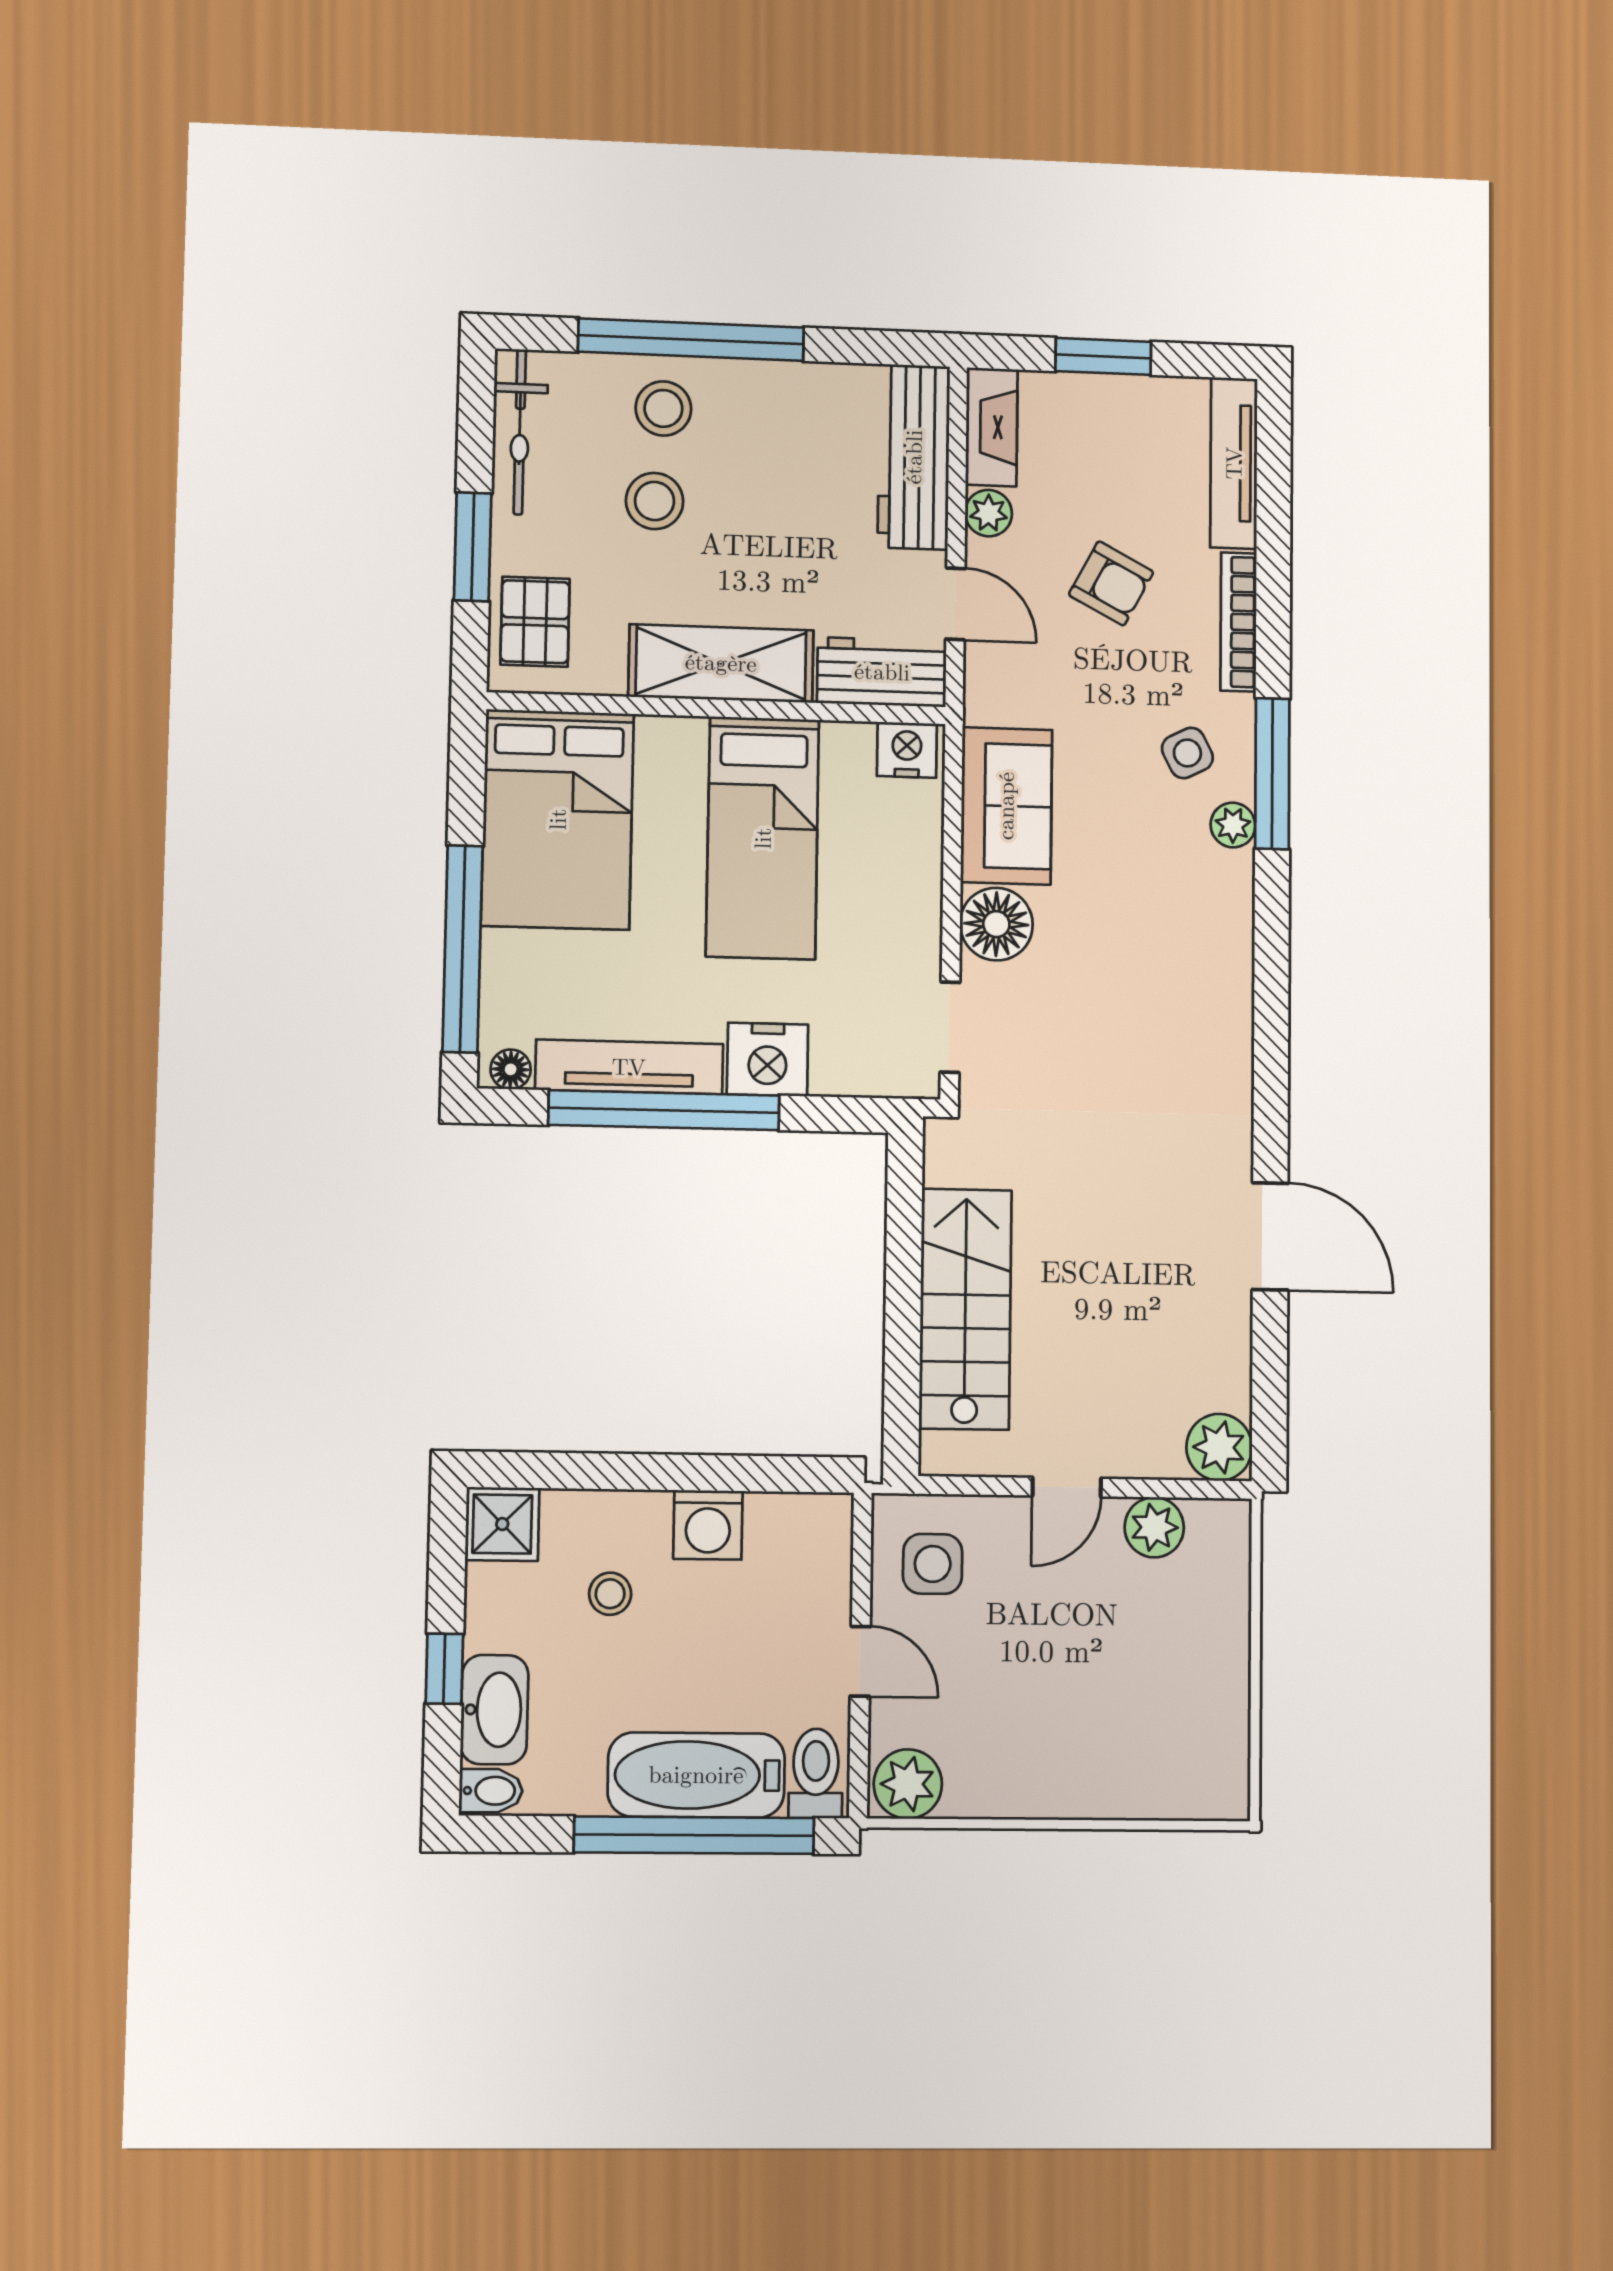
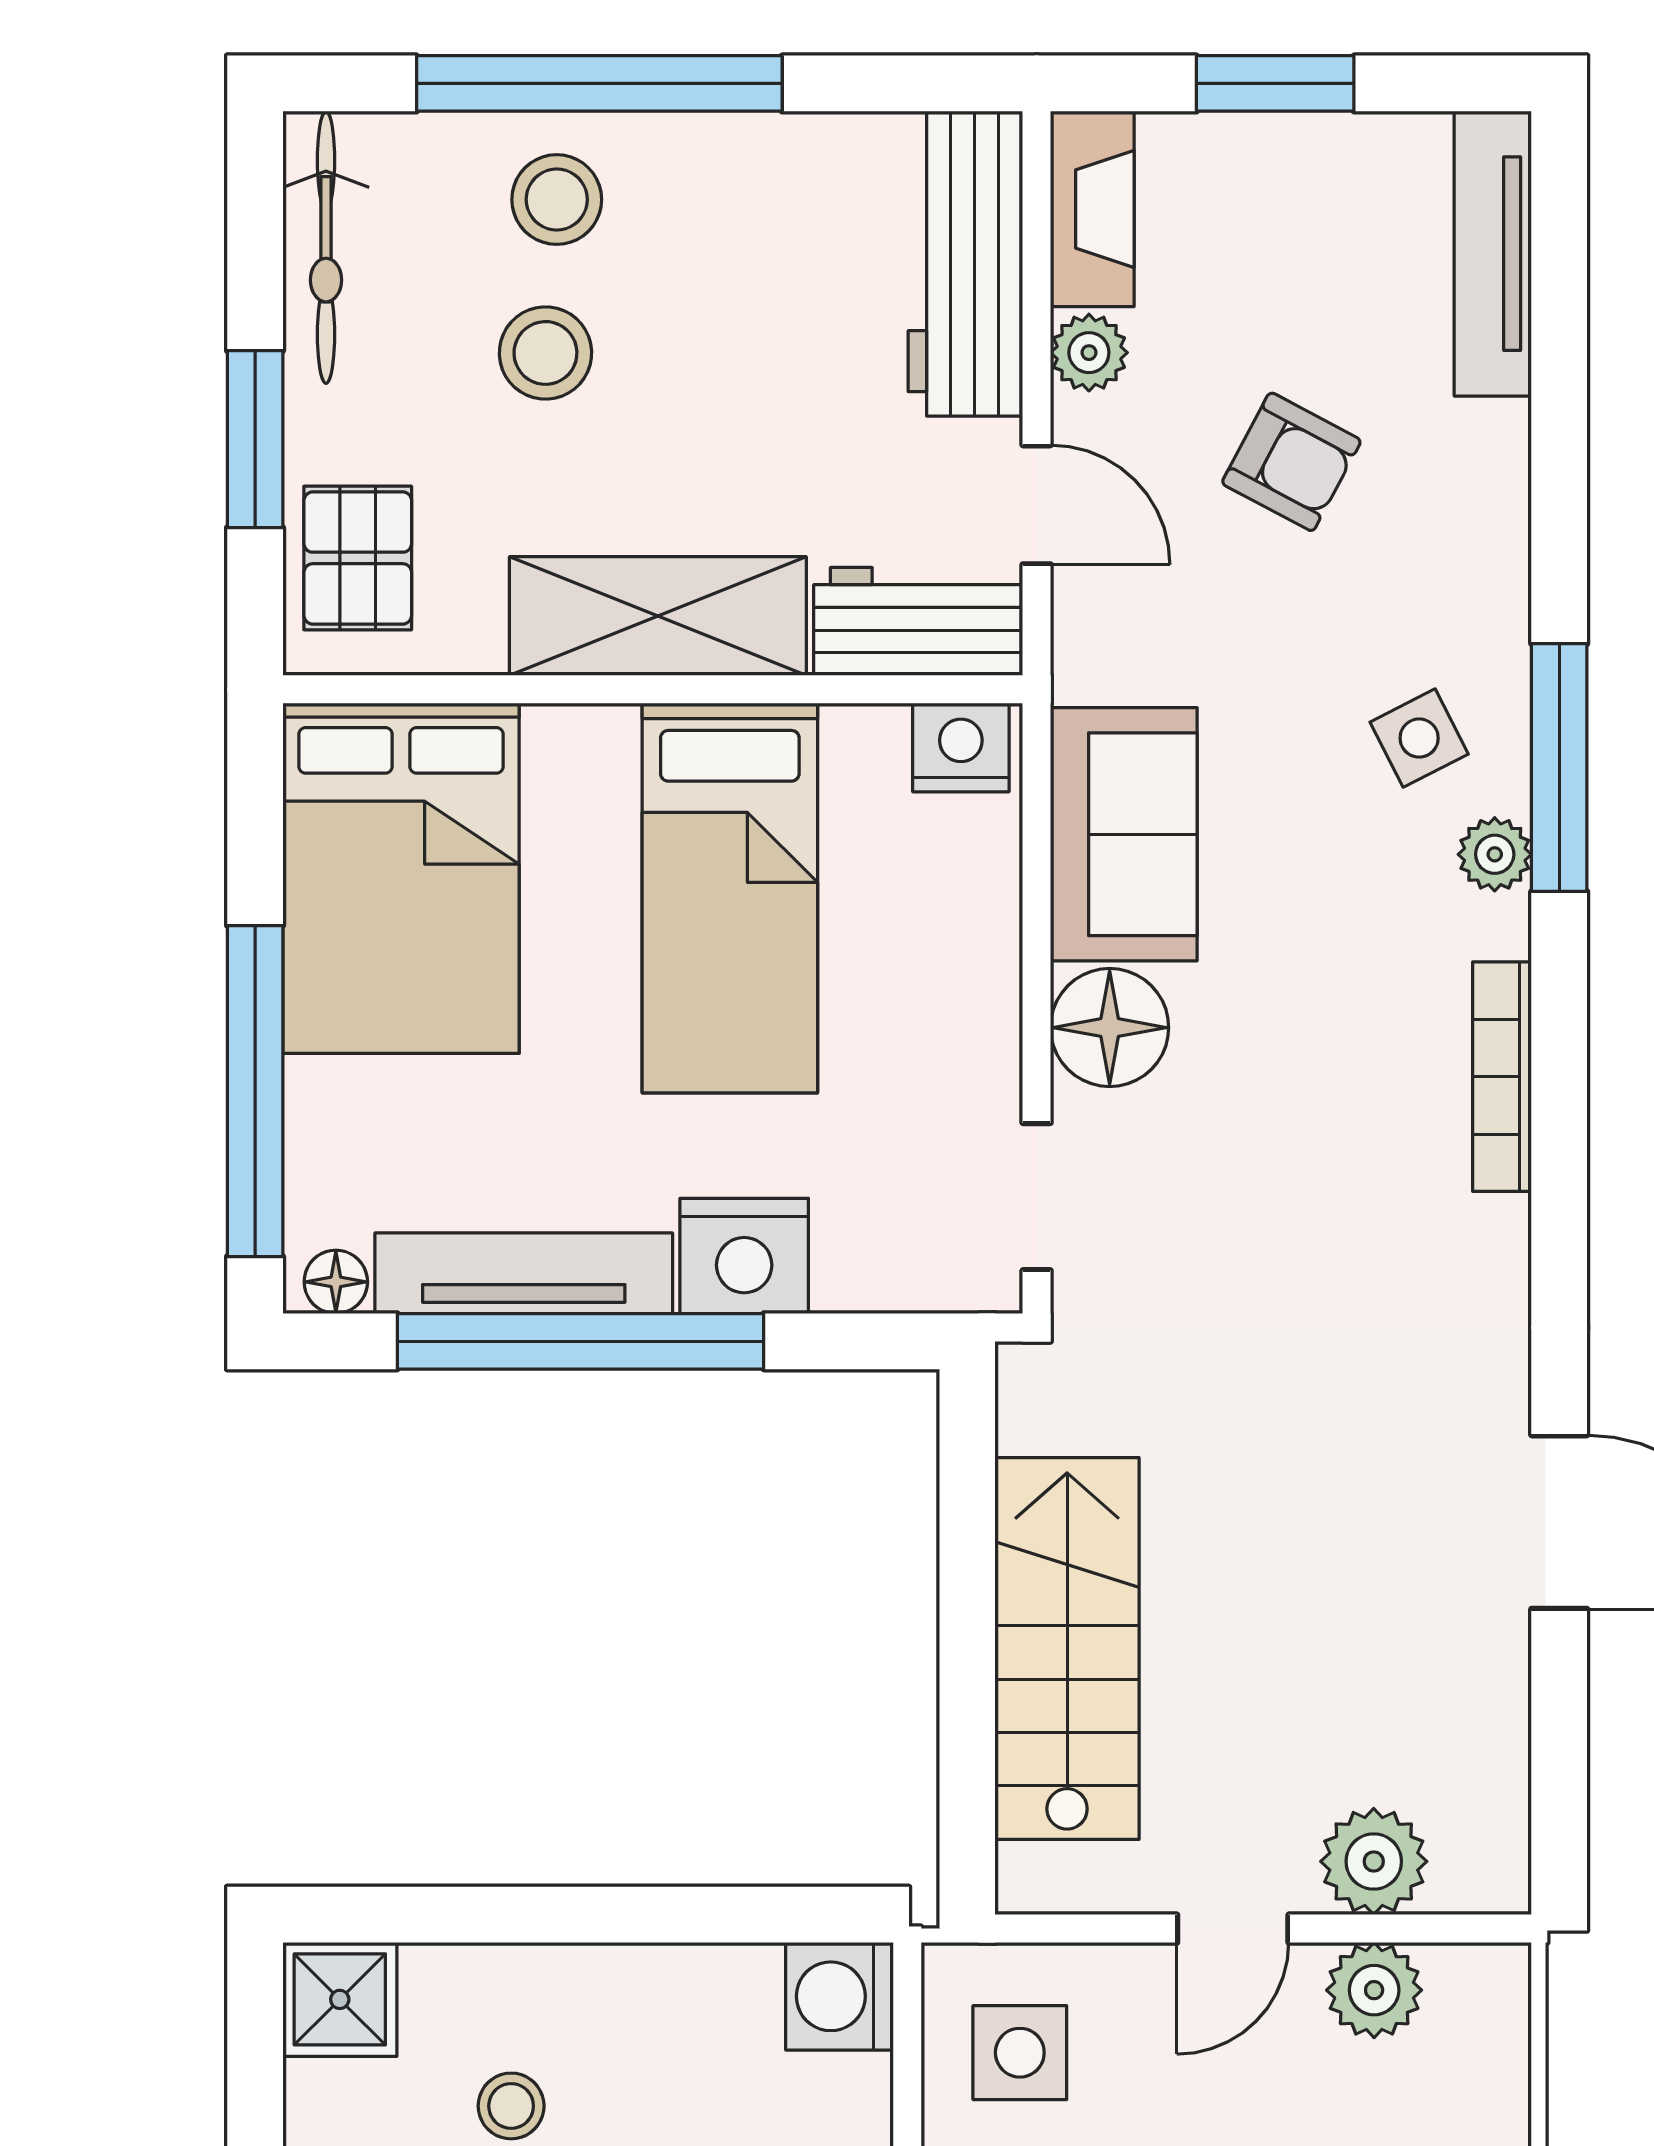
bookcase: (1238, 622) -> (1502, 1077), moved
plant: (1219, 1447) -> (1374, 1861), moved
washing machine: (708, 1525) -> (839, 1996), moved, turned 90

